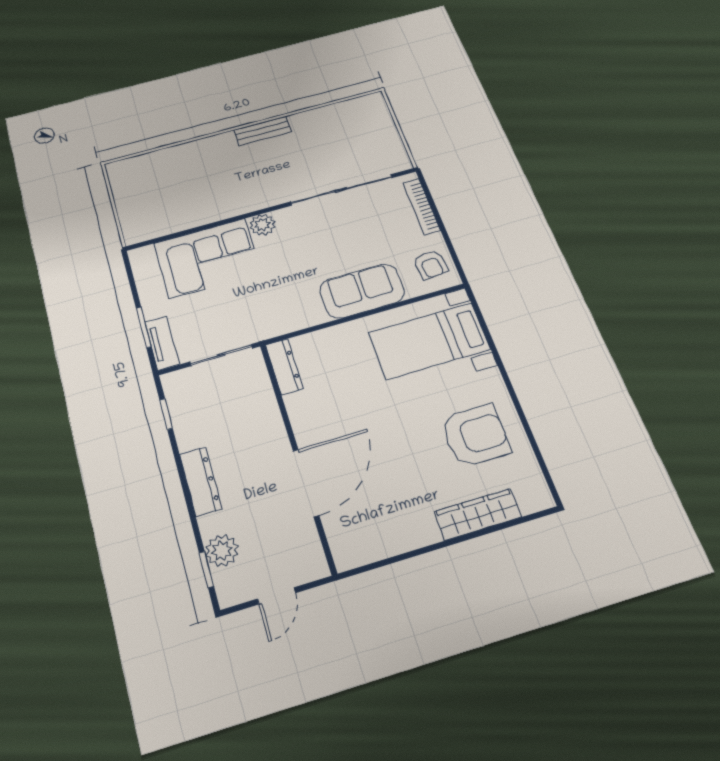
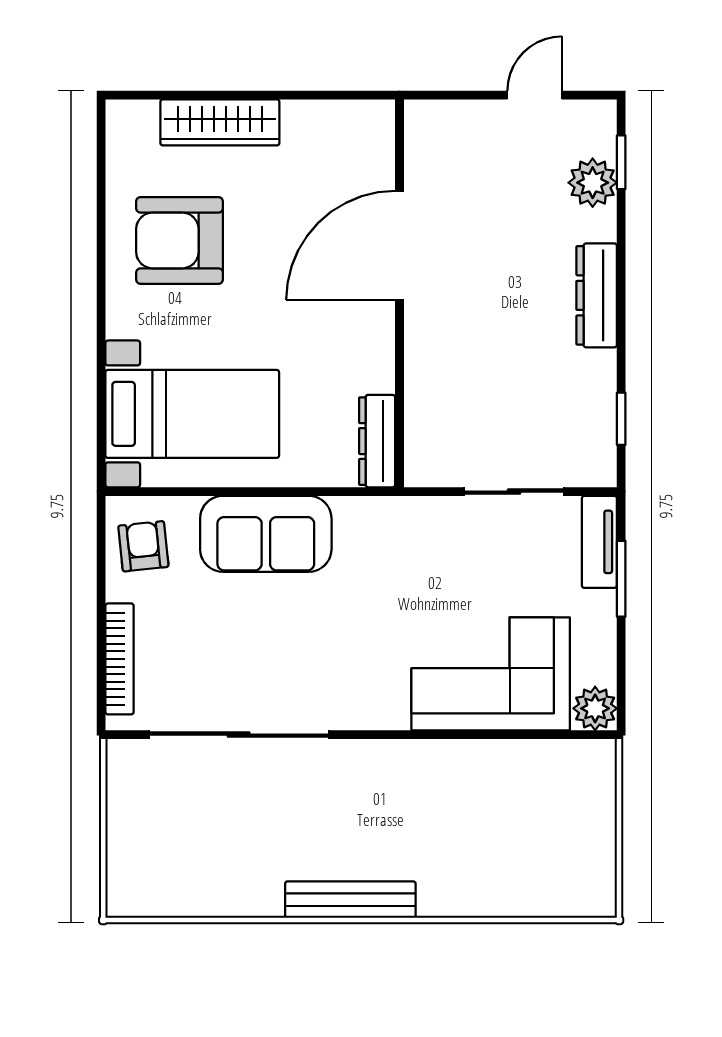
bench: (263, 131) -> (350, 900), width x1.36
plant: (262, 225) -> (595, 708), moved
dresser: (284, 367) -> (377, 441), moved
wall: (297, 454) -> (400, 293), moved
door: (306, 483) -> (400, 245), moved

